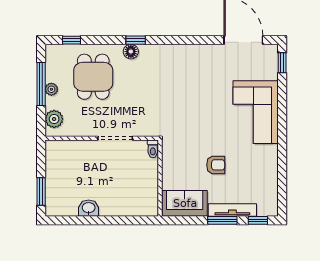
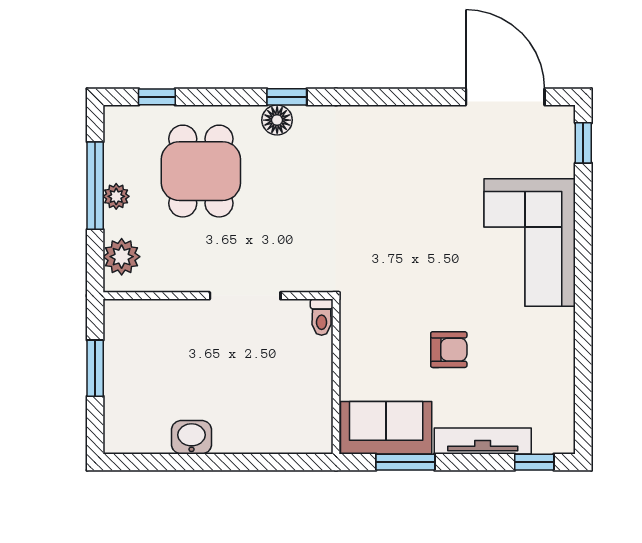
window: (41, 192) -> (95, 368), moved
window: (222, 220) -> (405, 462), moved

